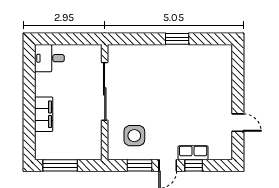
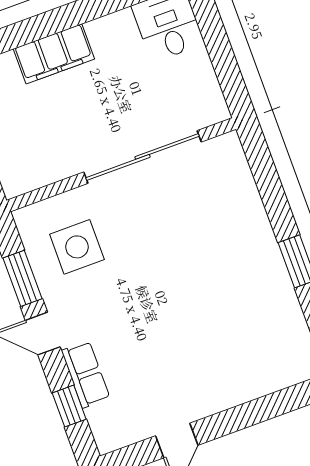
window: (194, 165) -> (69, 406), moved

